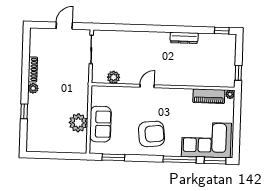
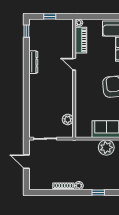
window: (238, 73) -> (50, 16), moved
door: (147, 86) -> (74, 64), moved

